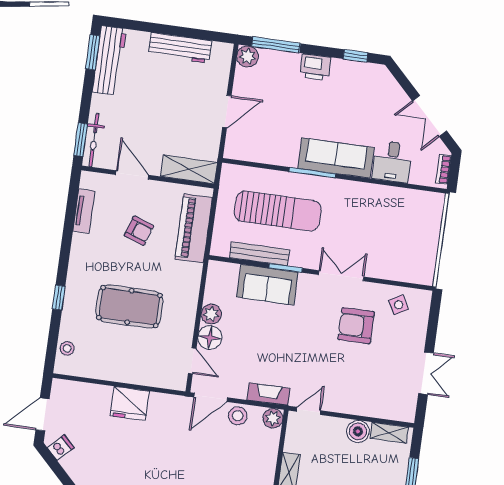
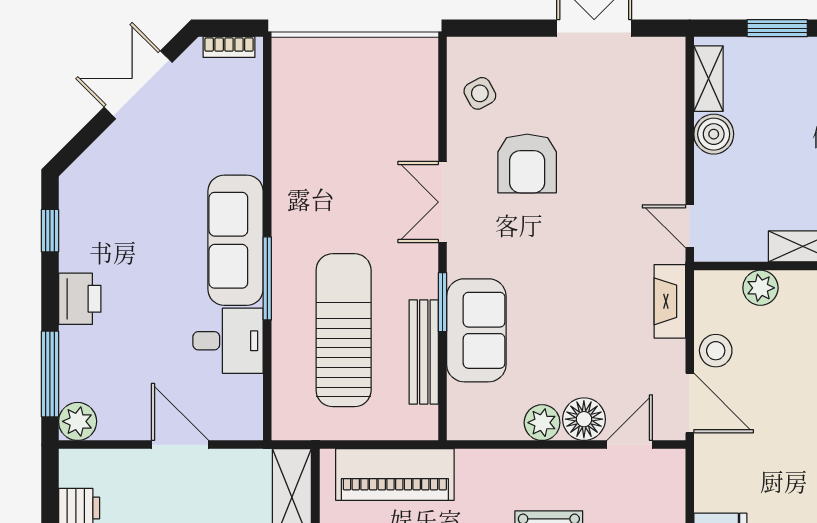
double door: (430, 116) -> (138, 85), swing flipped
desk: (392, 162) -> (228, 341), moved
plant: (273, 418) -> (760, 288), moved

